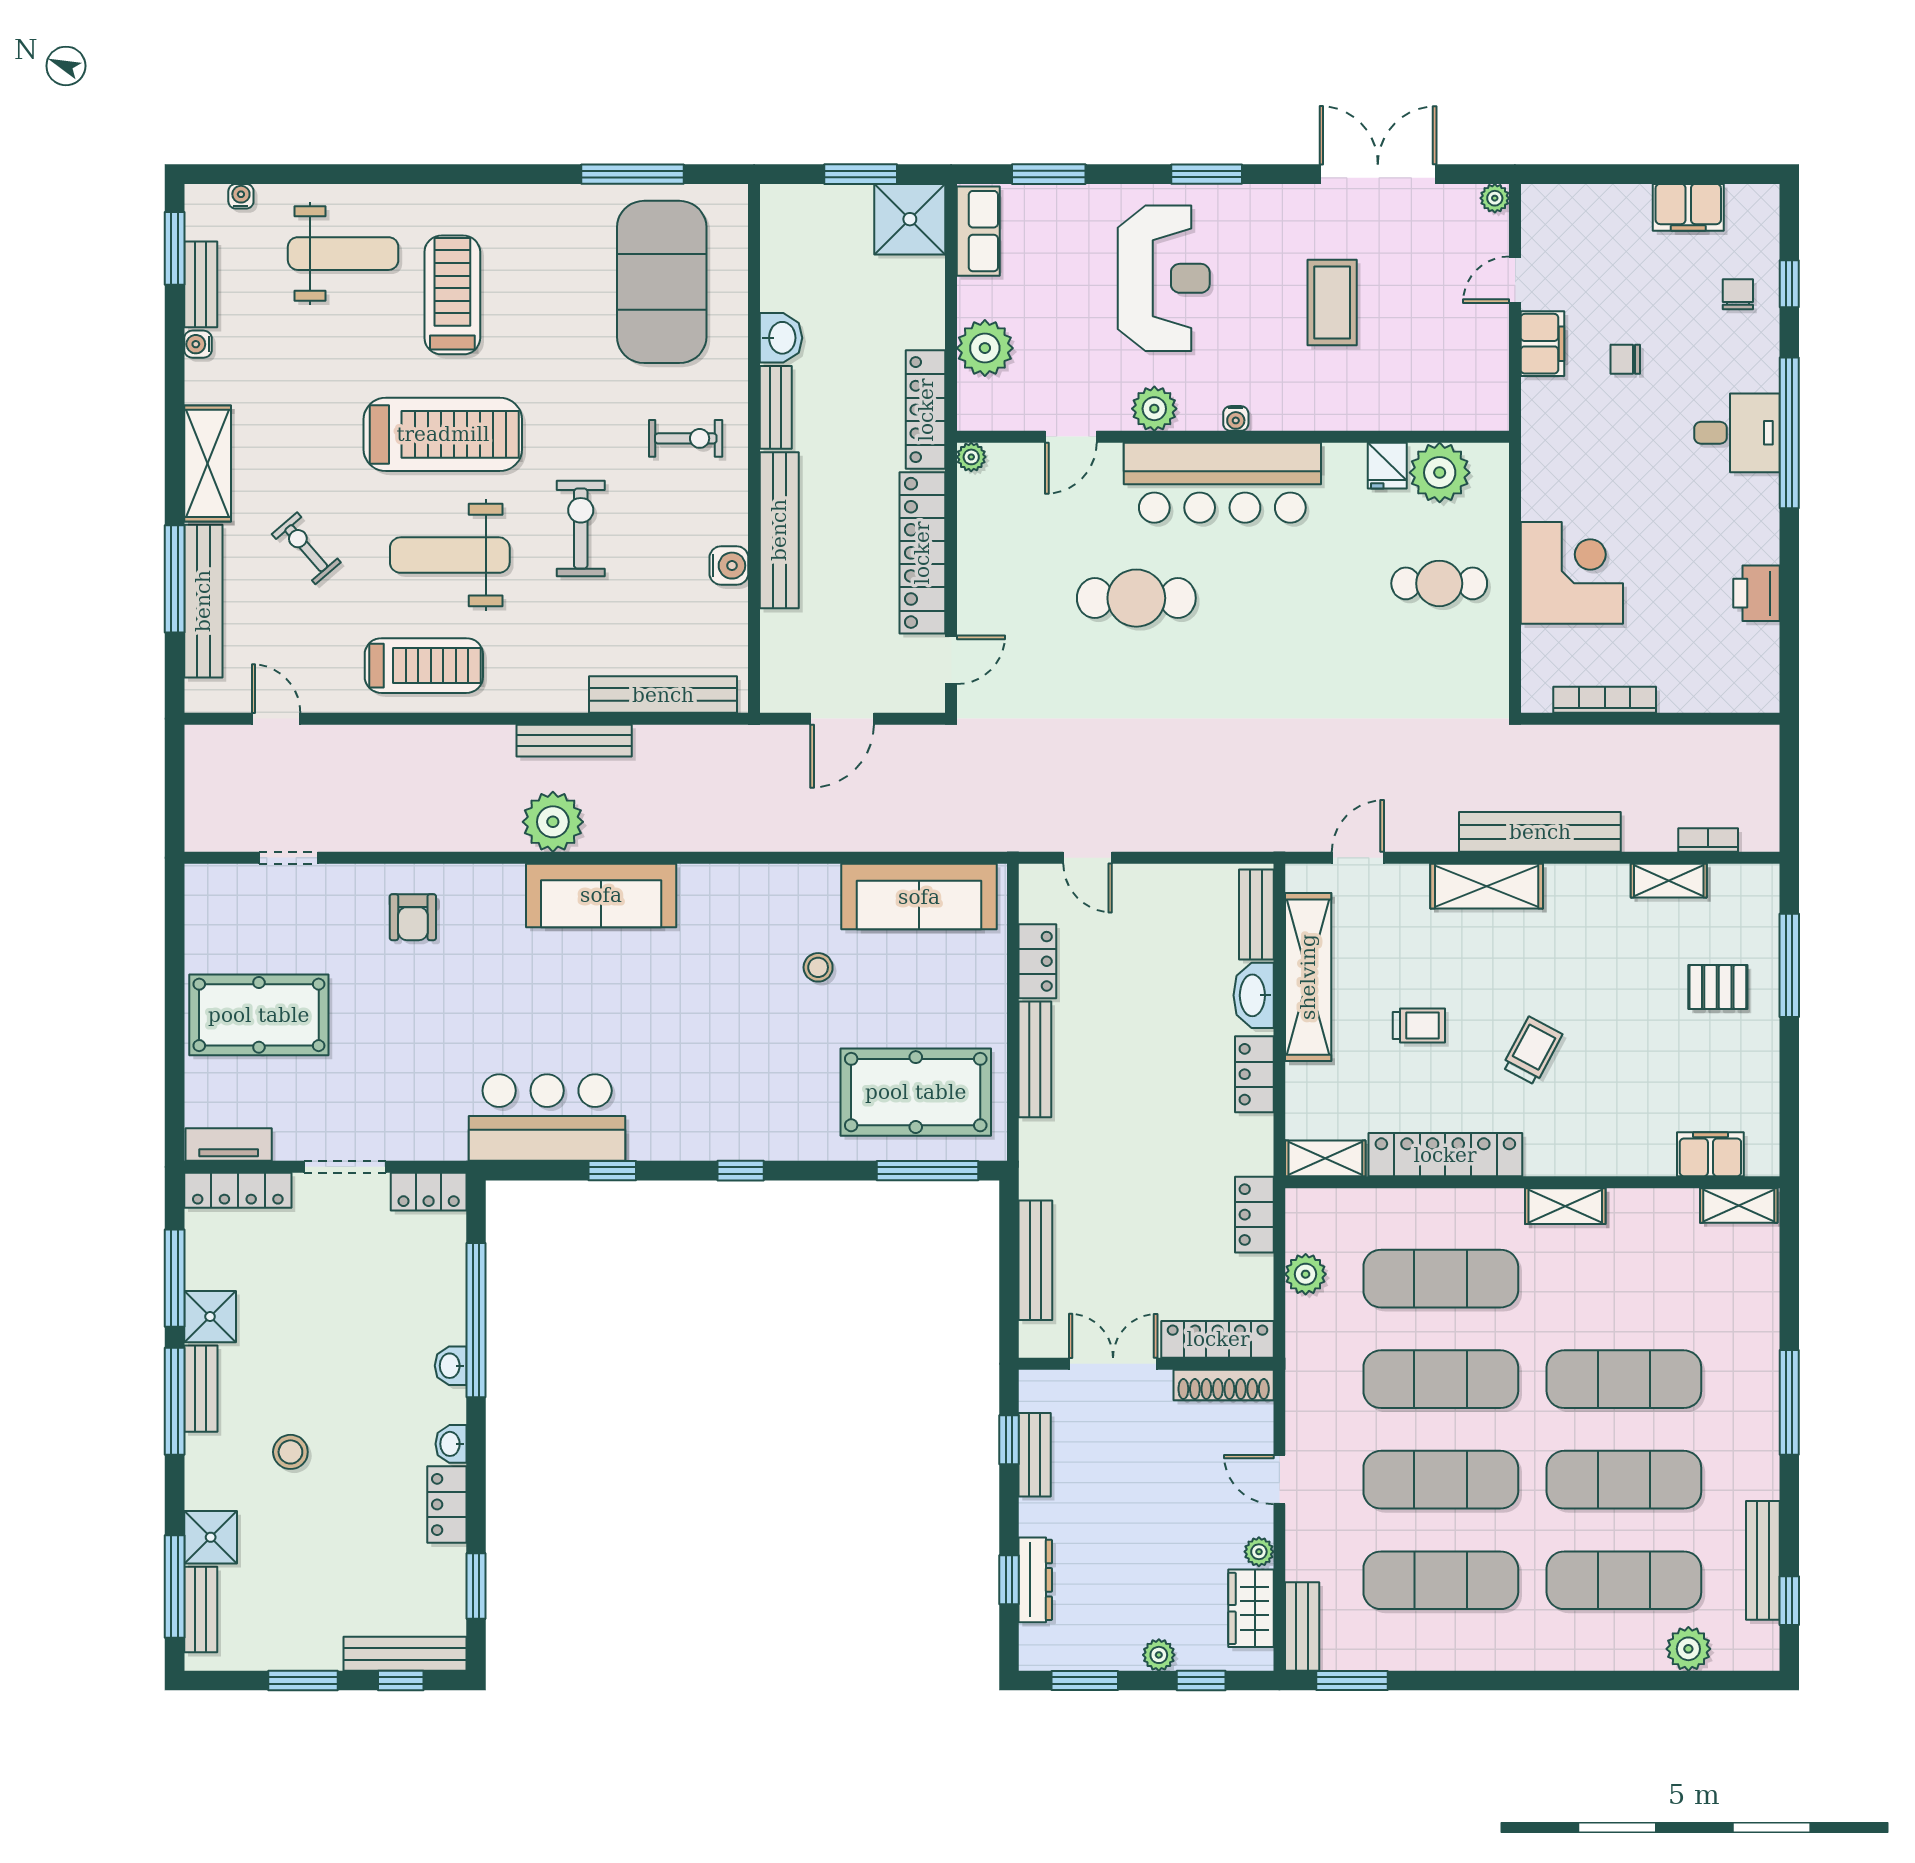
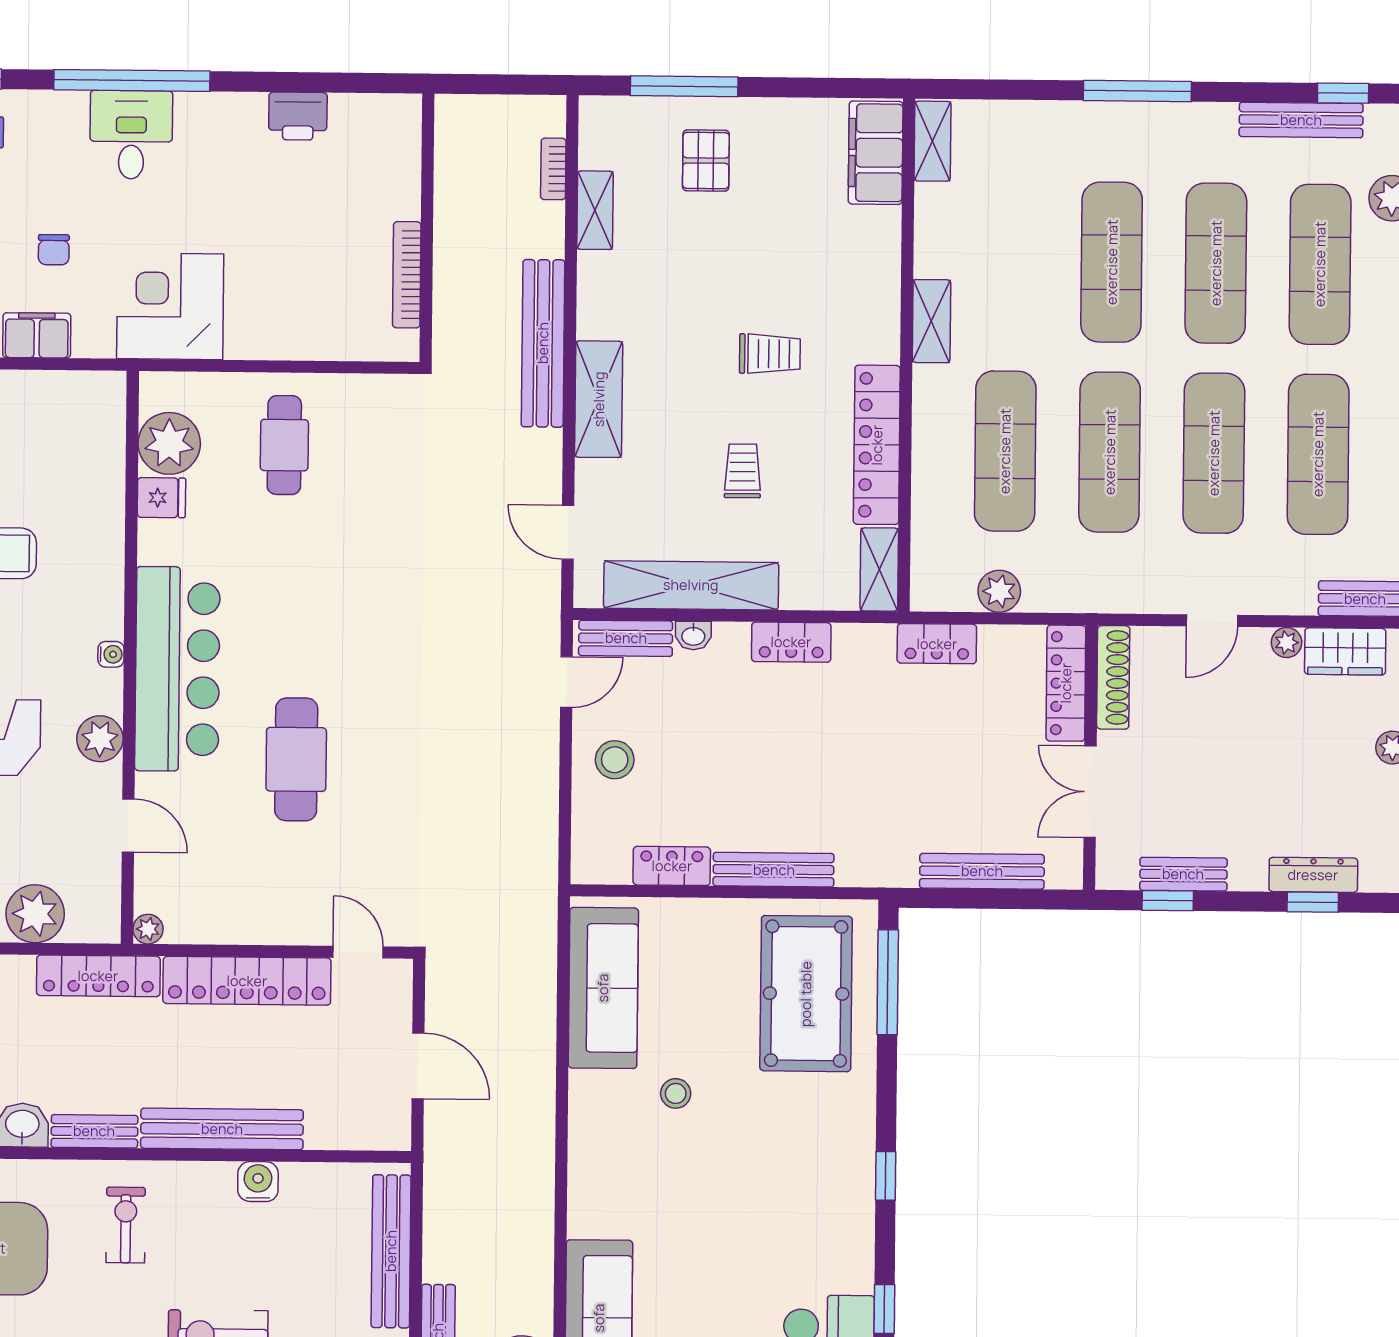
corner desk: (1572, 573) -> (170, 306), moved
door: (1088, 858) -> (566, 682), moved
stool: (1139, 905) -> (615, 760), added
washbasin: (1254, 995) -> (693, 636), width x0.52, depth x0.69
trolley: (1532, 1051) -> (770, 354), turned 152
filing cabinet: (1710, 1154) -> (876, 153), width x1.50, depth x1.17

